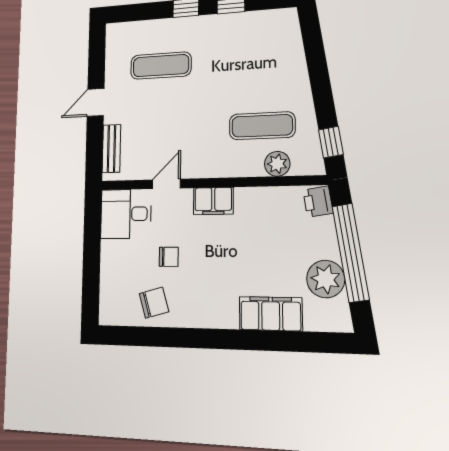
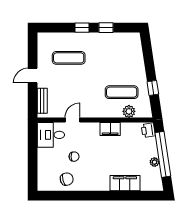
window: (331, 142) -> (153, 88), moved
filing cabinet: (213, 201) -> (110, 129), moved
plant: (326, 279) -> (154, 162), width x0.53, depth x0.53

